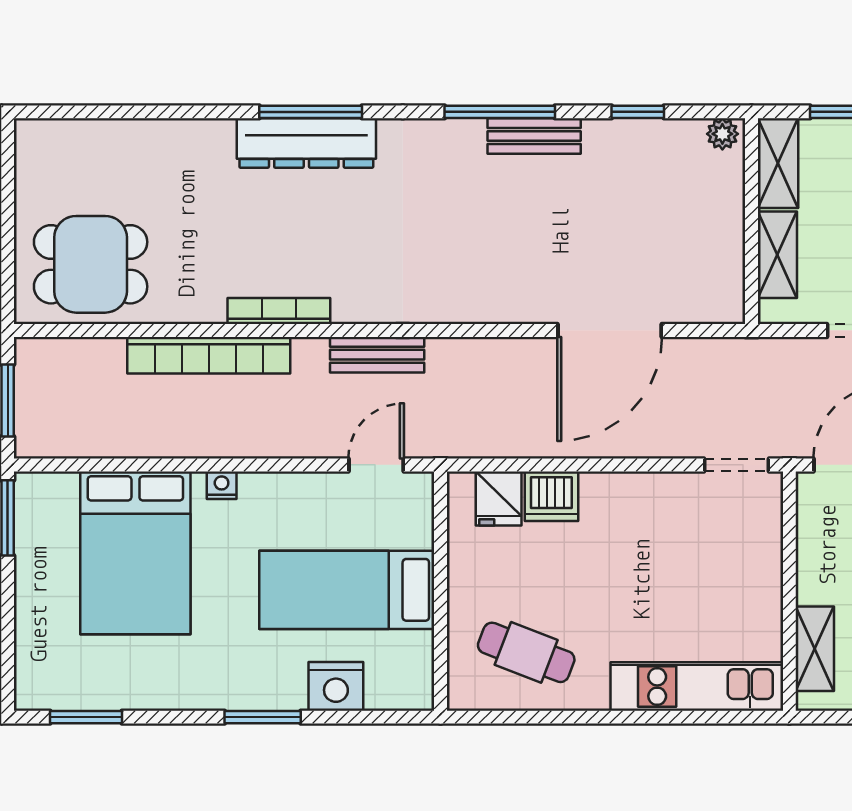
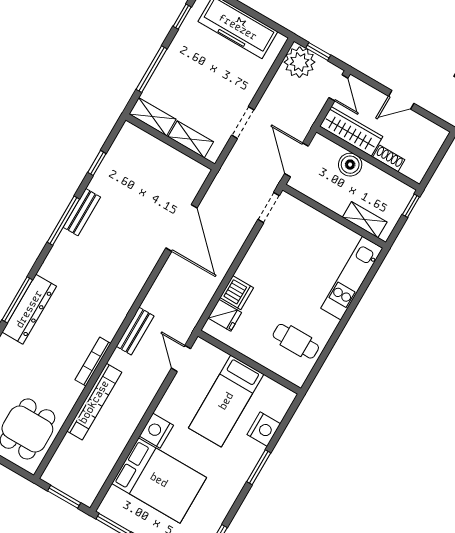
plant: (722, 134) -> (127, 133), removed
nightstand: (222, 485) -> (156, 431), width x1.89, depth x1.79
cafe table: (526, 652) -> (296, 341), turned 69

